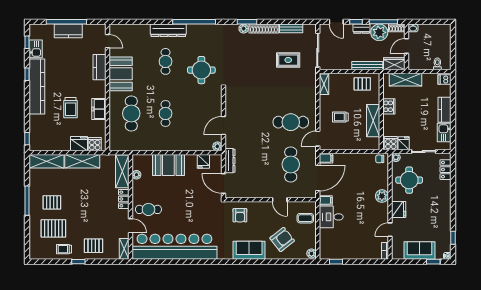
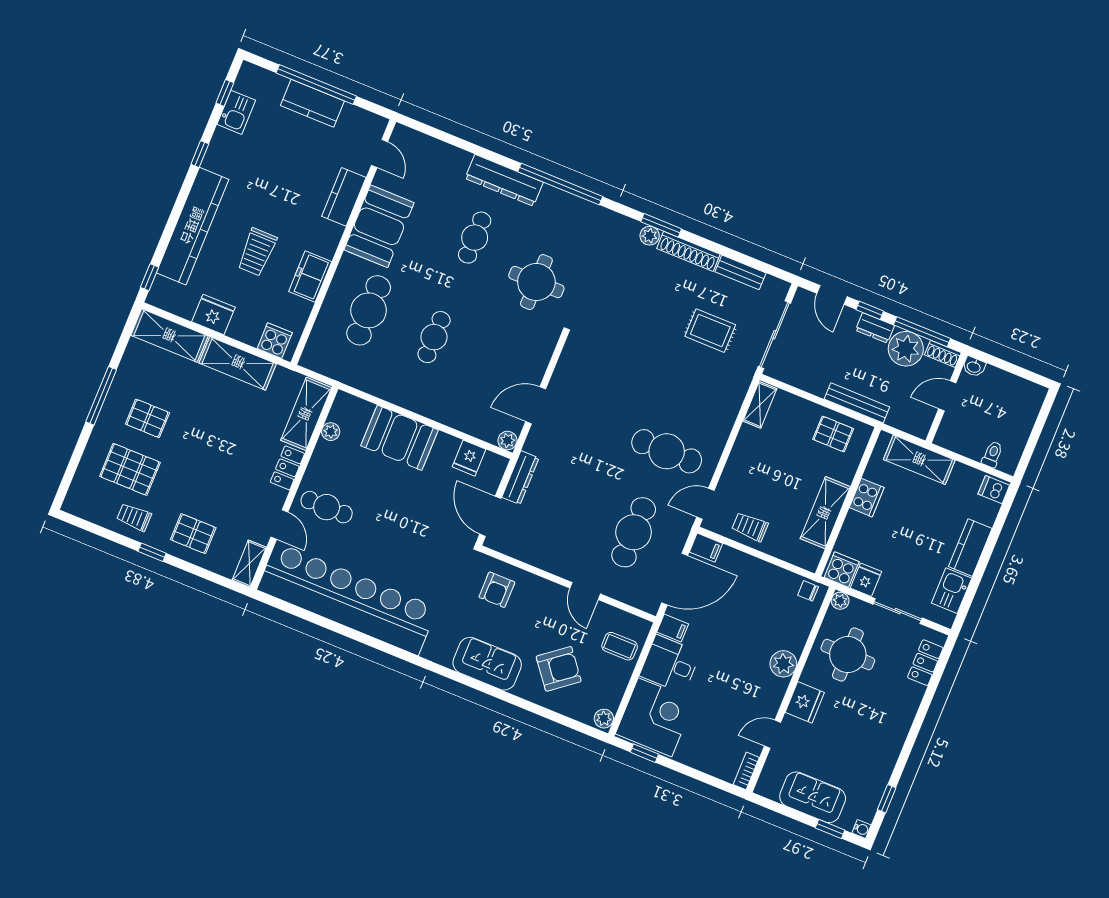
wardrobe: (394, 64) -> (910, 420), removed
kitchen counter: (37, 86) -> (193, 226), moved
trolley: (340, 117) -> (750, 527), moved
fridge: (79, 144) -> (213, 315), moved
corner desk: (334, 244) -> (655, 717), added

